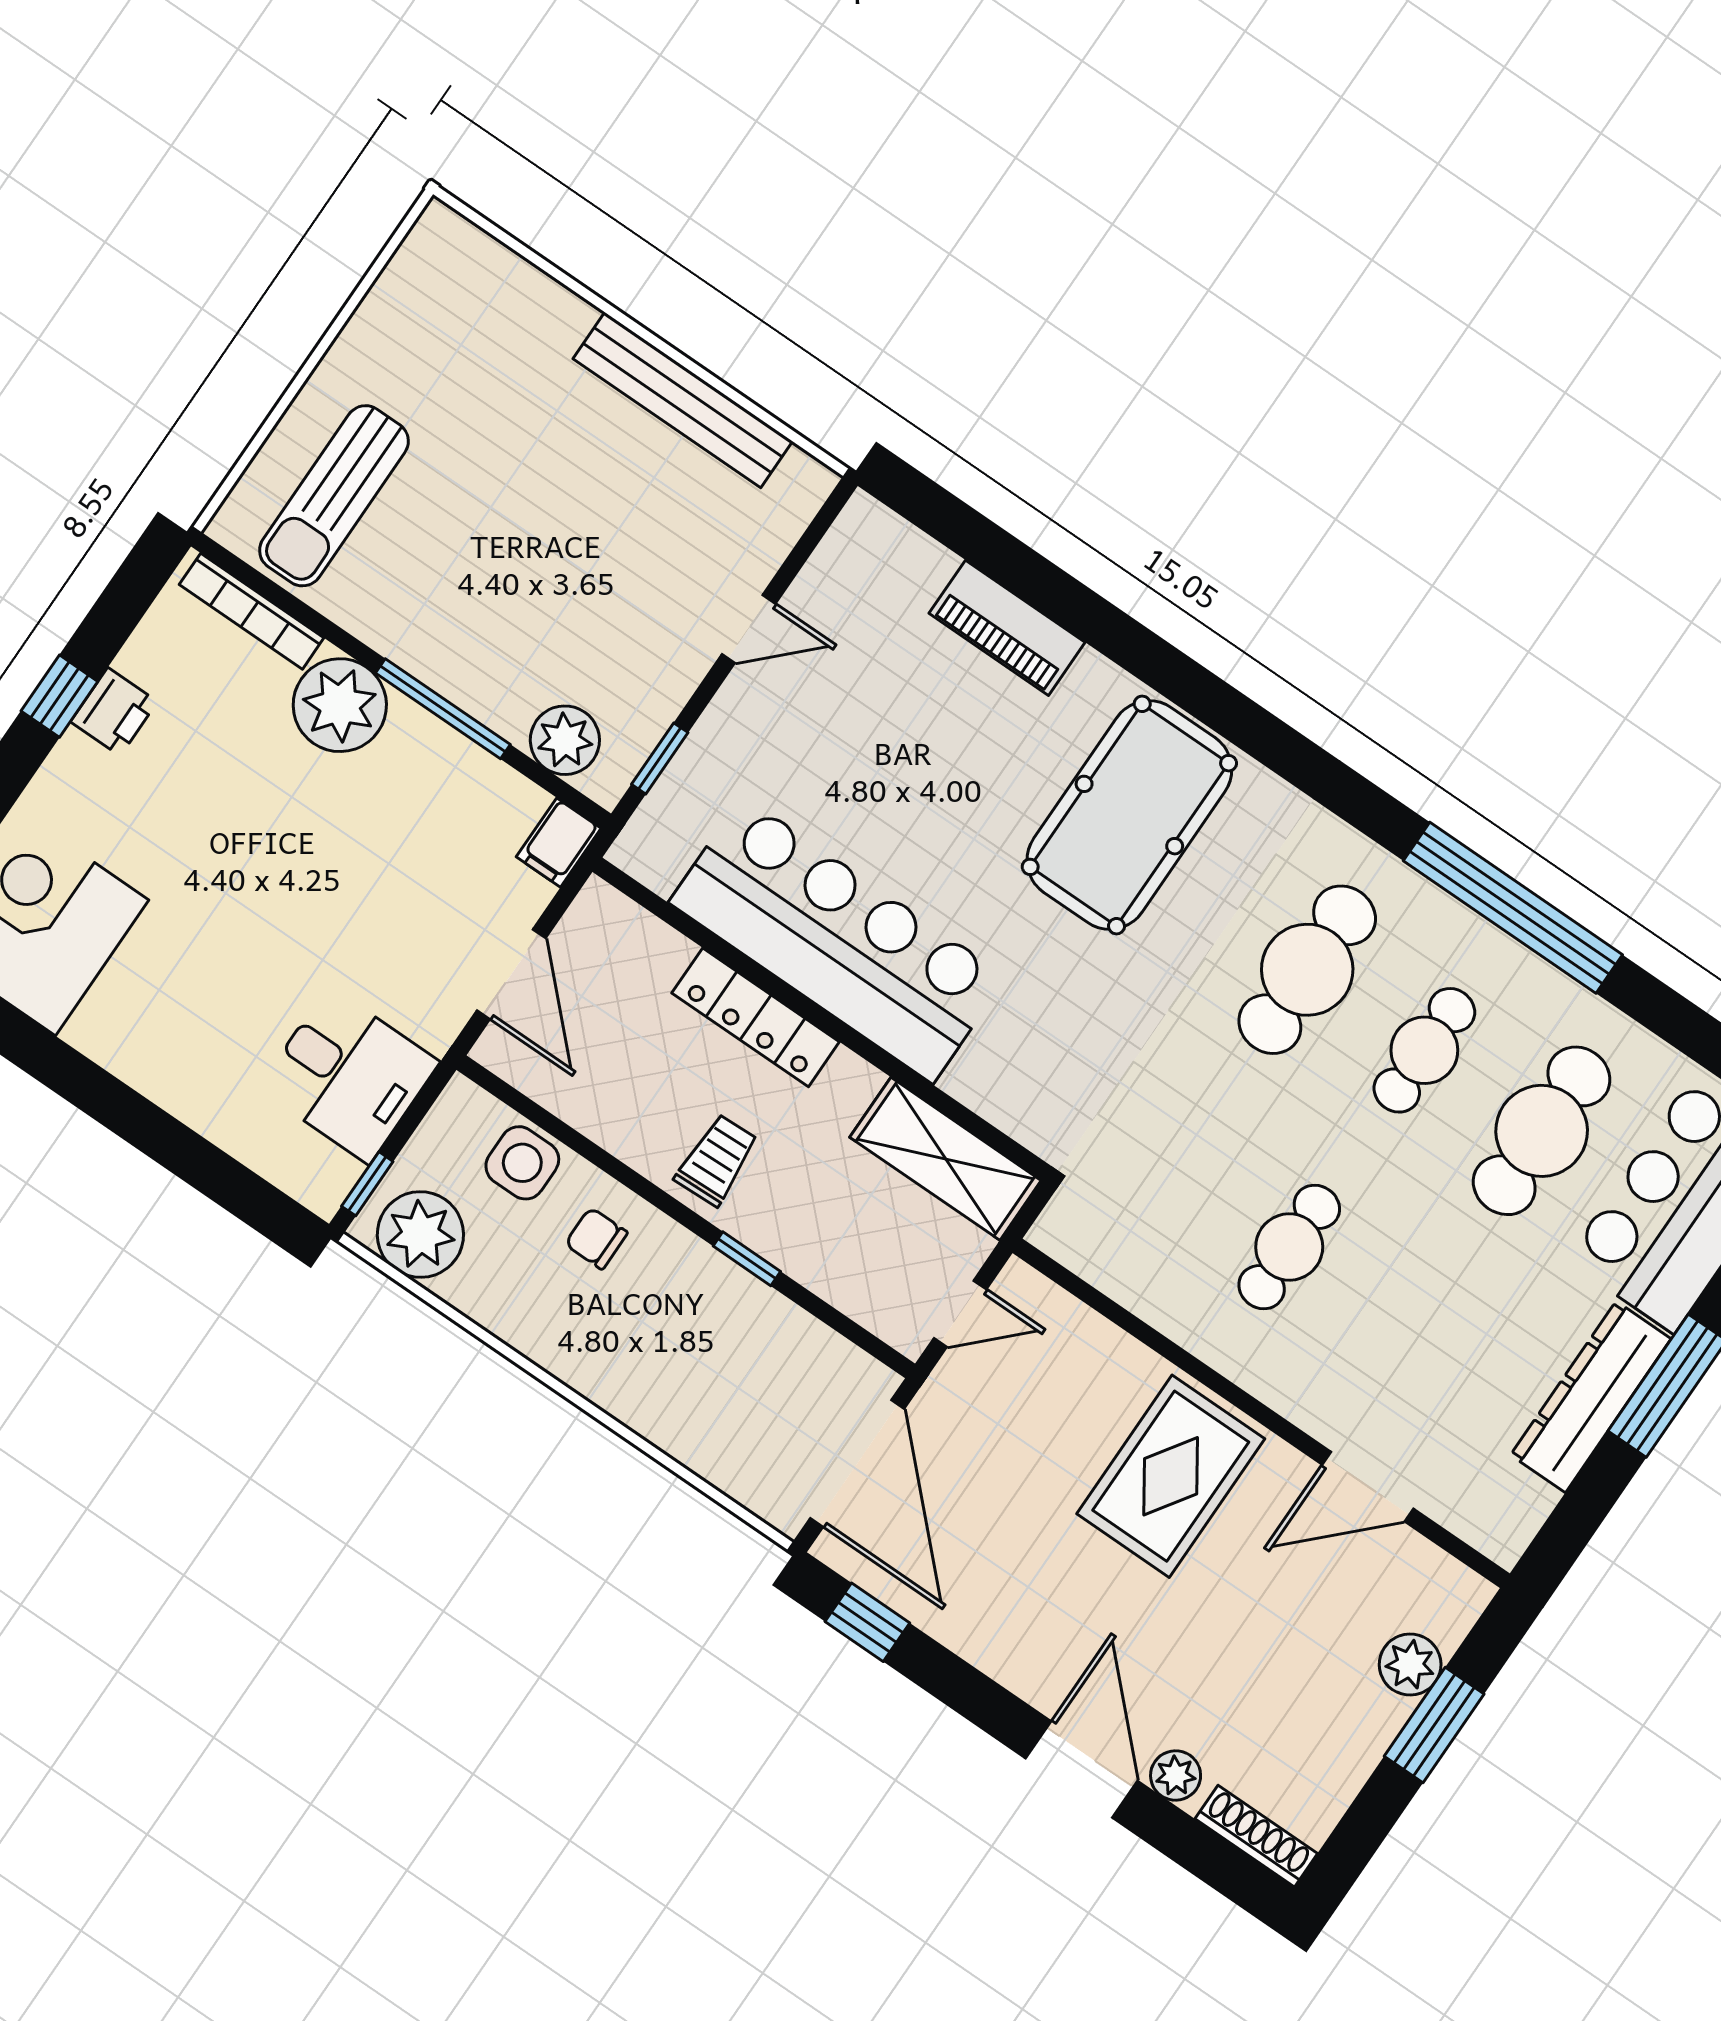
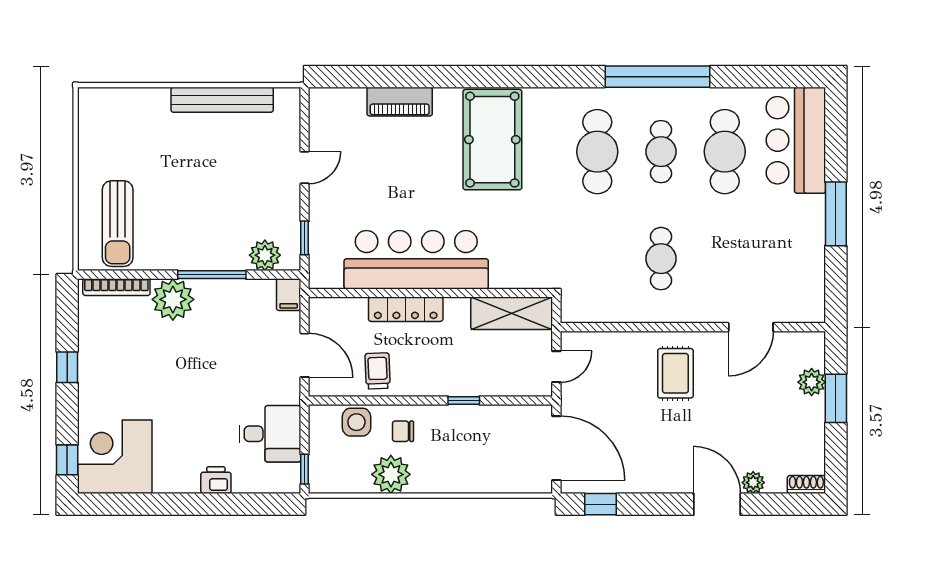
printer: (114, 712) -> (216, 480), moved, turned -90
trolley: (717, 1160) -> (378, 371), moved
plant: (420, 1234) -> (391, 474), moved
dresser: (1591, 1397) -> (810, 237), removed
rug: (1171, 1476) -> (675, 373), width x0.73, depth x0.70
shoe rack: (1256, 1836) -> (806, 484), width x0.70

